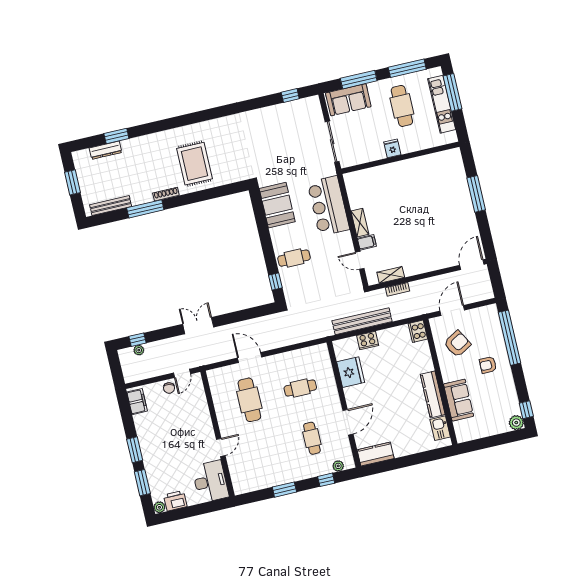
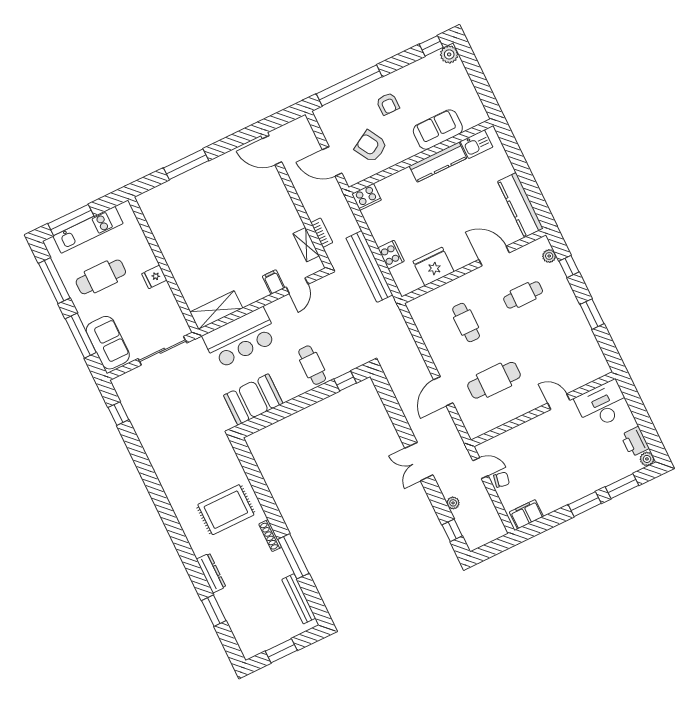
dresser: (106, 150) -> (211, 573), moved
shelving: (360, 223) -> (216, 310), moved, width x1.50, depth x1.33
plant: (139, 350) -> (453, 503), moved
kitchen counter: (376, 454) -> (520, 205), width x1.50

